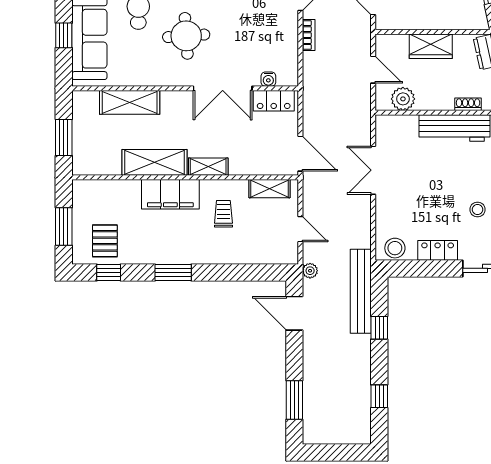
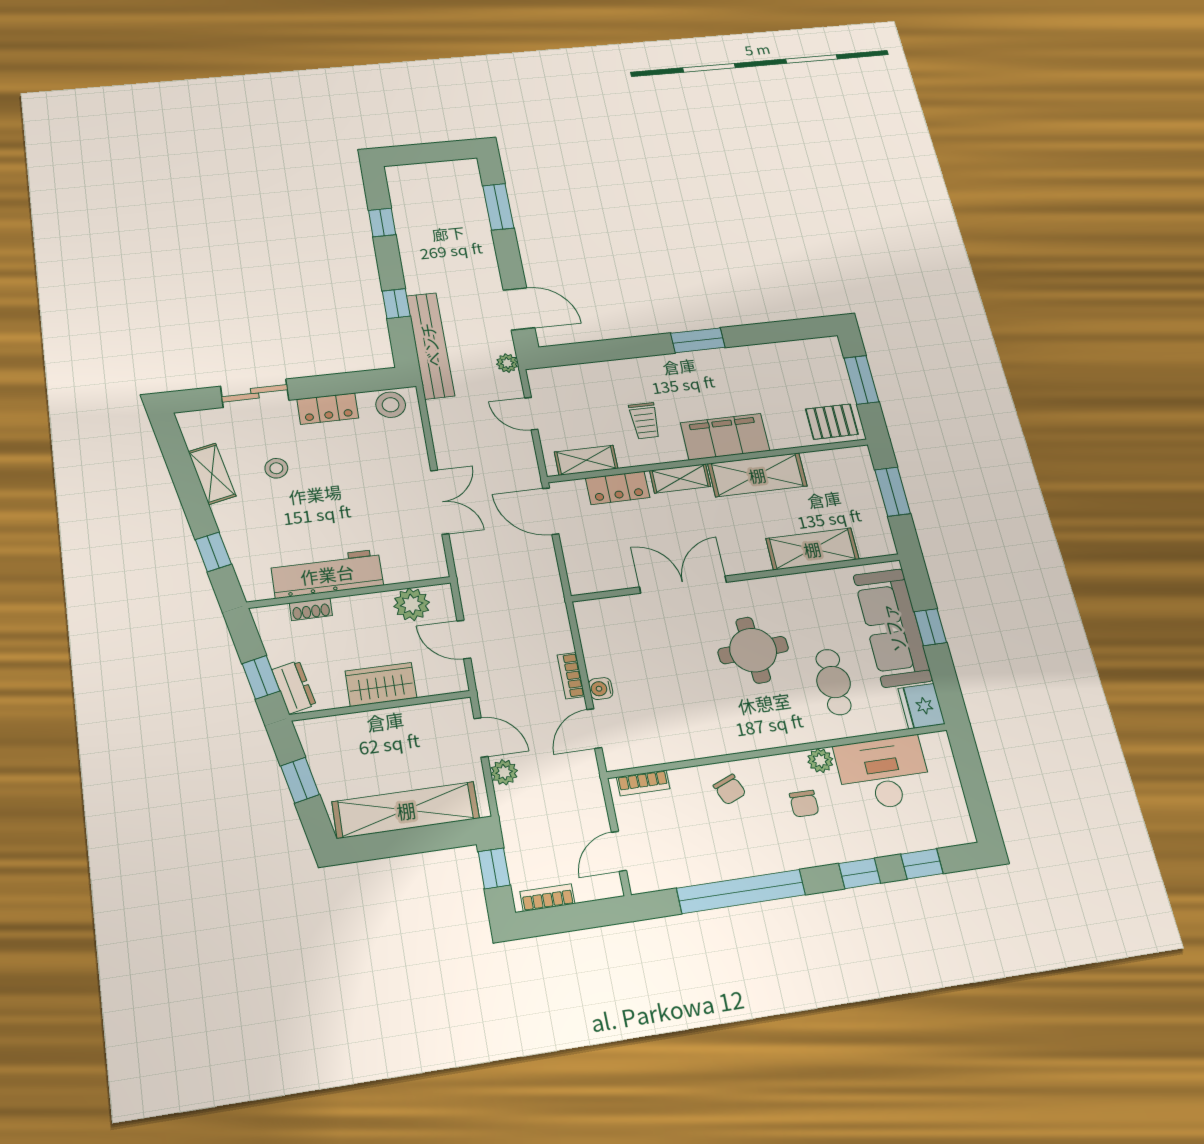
water cooler: (268, 79) -> (601, 689), moved, turned -90
locker: (274, 101) -> (618, 488), moved, turned 180
pallet: (105, 241) -> (832, 422), moved, turned 90
window: (109, 272) -> (786, 331), removed

